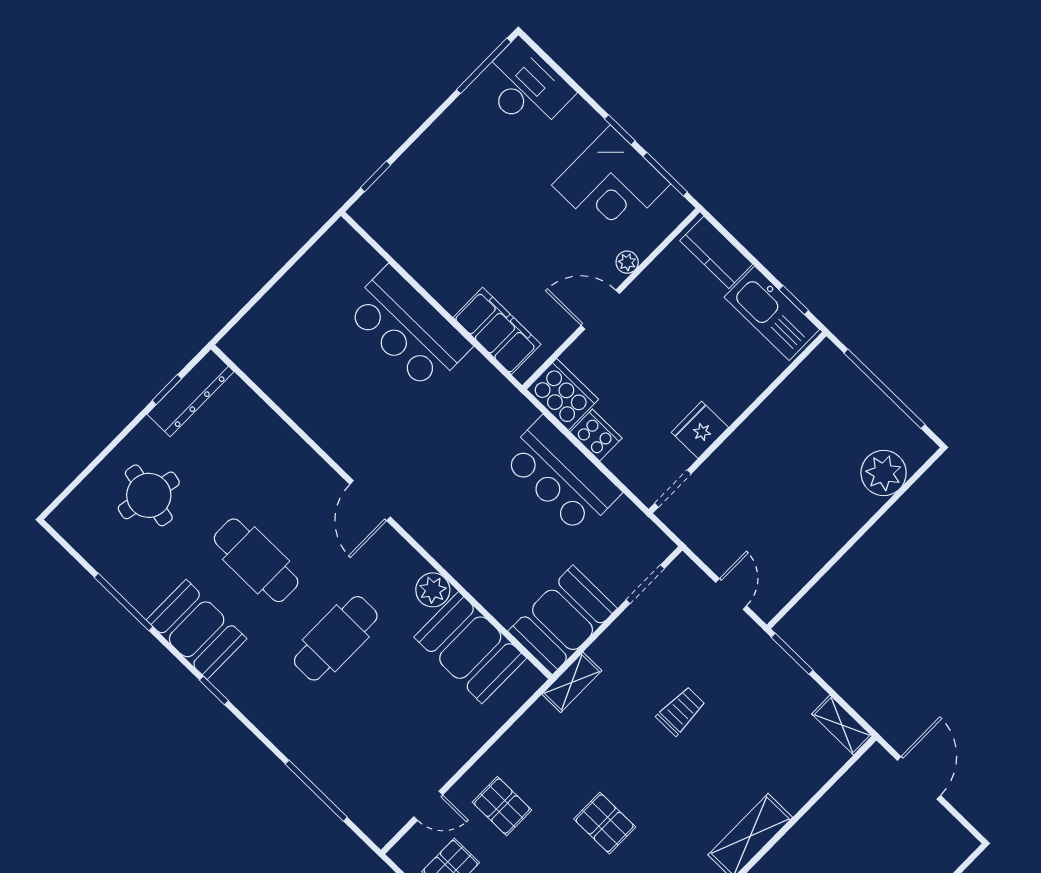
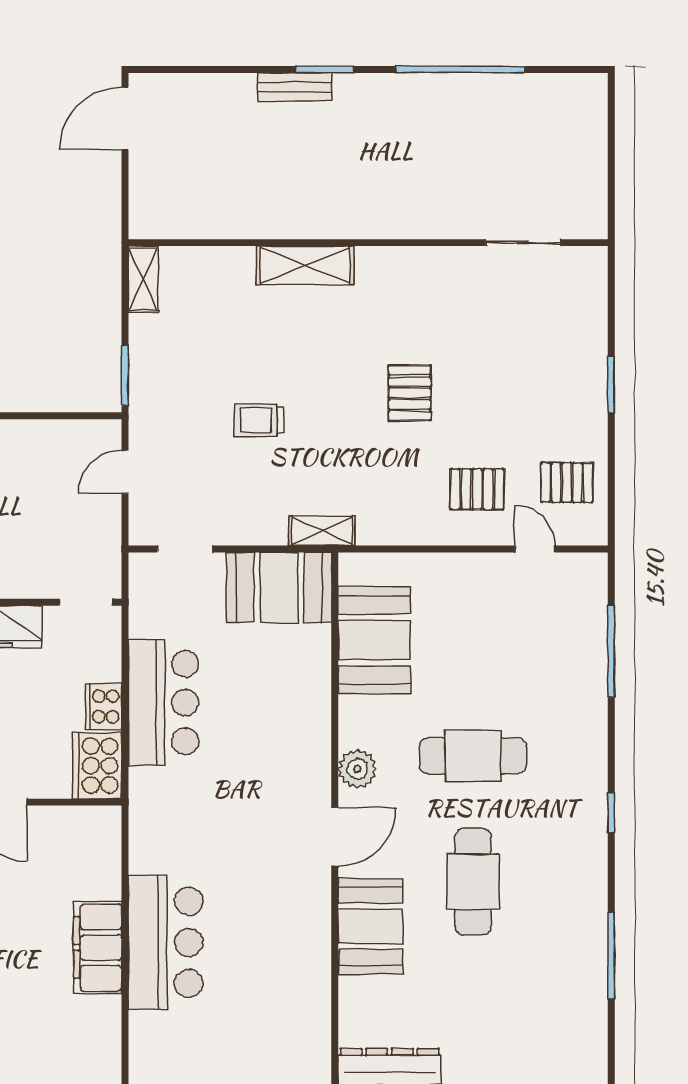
filing cabinet: (497, 331) -> (98, 948), moved
round table: (149, 495) -> (505, 1019), removed
plant: (433, 590) -> (357, 769), moved
booth: (197, 629) -> (370, 926), moved
door: (919, 778) -> (125, 118), moved
pallet: (502, 806) -> (477, 489), turned 90

